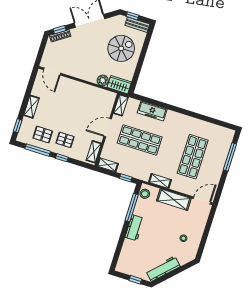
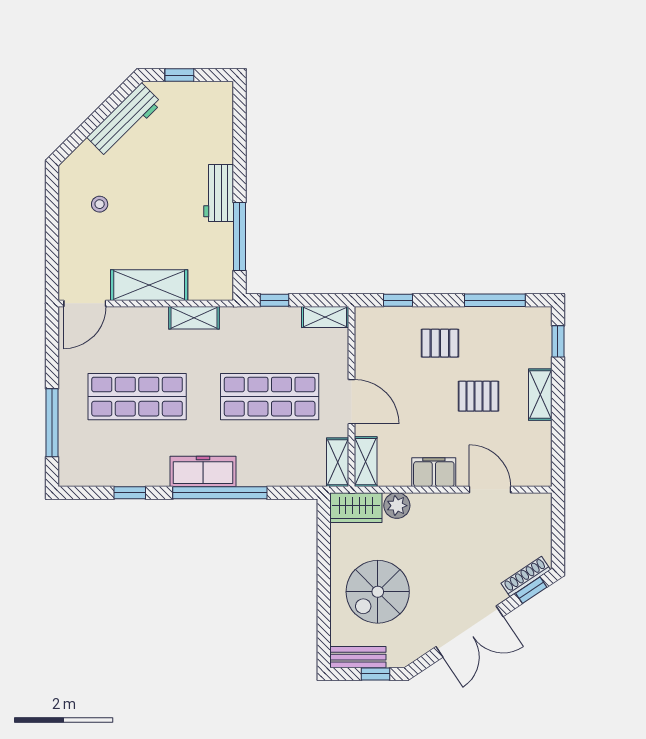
door: (52, 71) -> (490, 490), moved
filing cabinet: (84, 89) -> (434, 472), added
window: (172, 108) -> (220, 493), added
freezer: (152, 111) -> (203, 471), moved
window: (208, 119) -> (130, 493), added
door: (108, 128) -> (352, 402), hinge flipped
pallet: (43, 135) -> (478, 396), moved
shelving: (94, 152) -> (366, 462), moved
shop shelf: (193, 157) -> (137, 397), turned 90
window: (62, 158) -> (398, 300), moved
stool: (145, 194) -> (219, 278), removed

